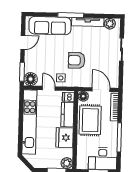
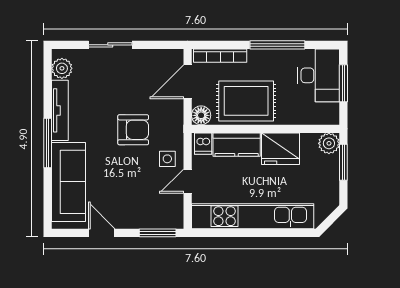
armchair: (77, 60) -> (133, 130), turned -90
floor lamp: (31, 79) -> (171, 216), removed

